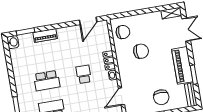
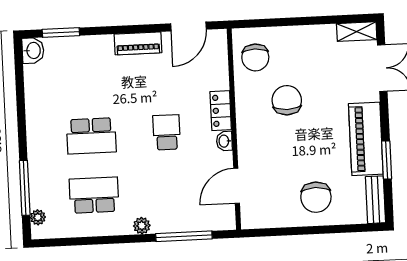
chair: (123, 32) -> (255, 57), turned 90
piano: (45, 35) -> (138, 43), moved
chair: (141, 51) -> (287, 100), turned -90

